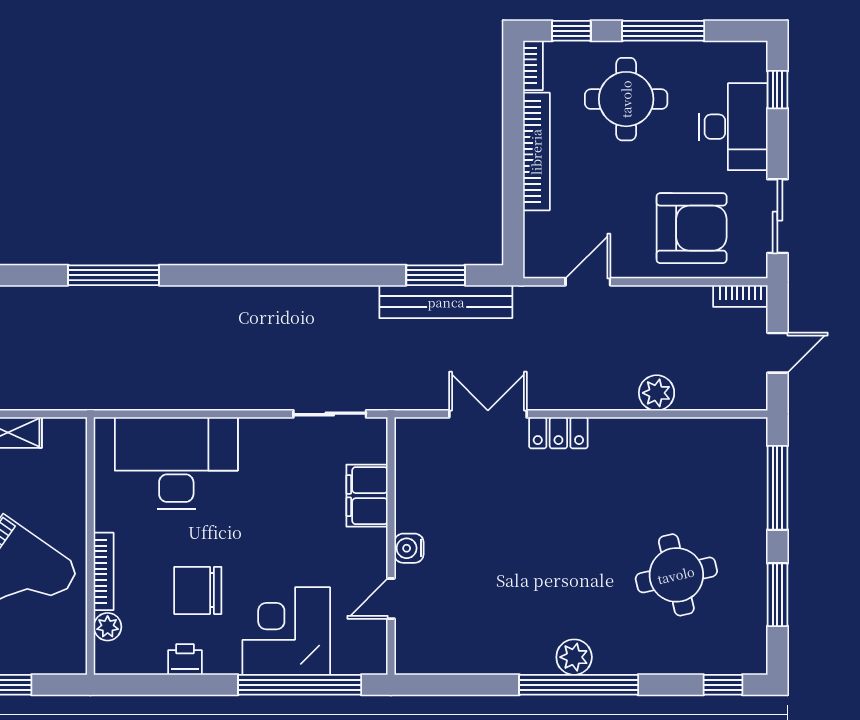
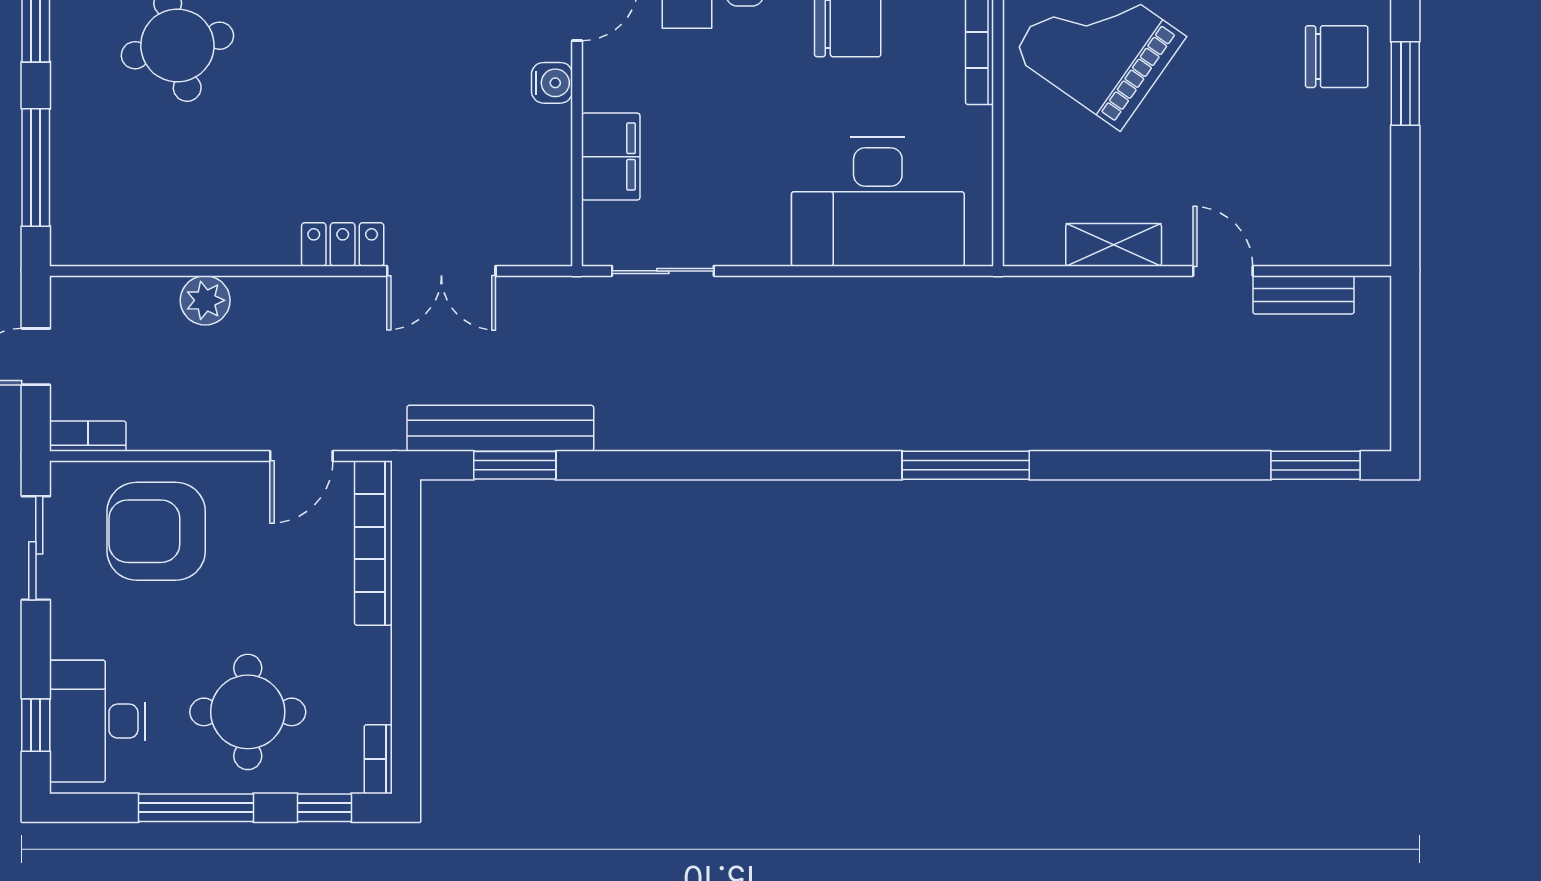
desk: (733, 127) -> (98, 721), moved
bookcase: (536, 152) -> (373, 543), moved

